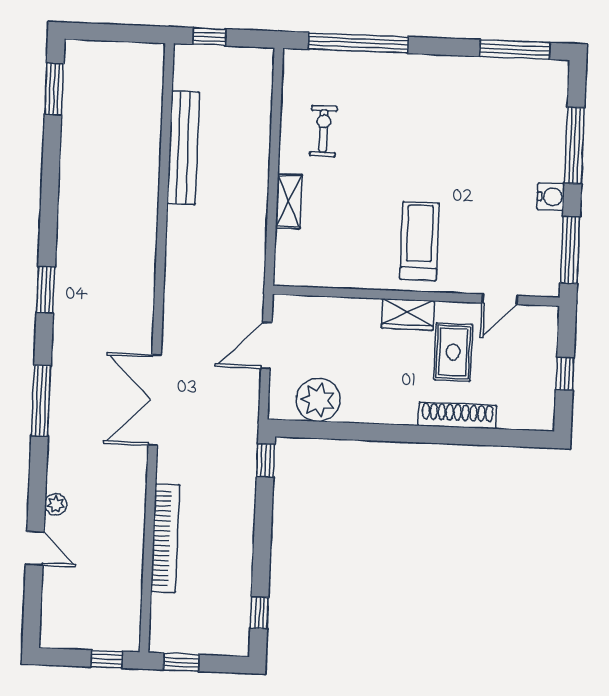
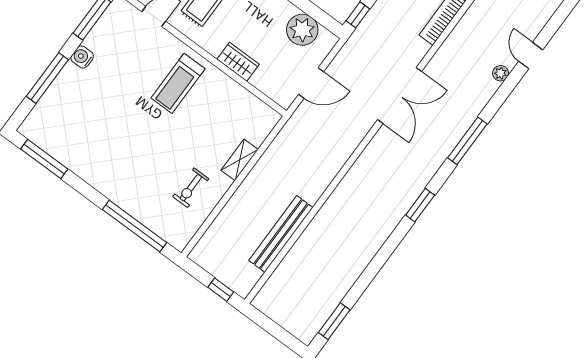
wardrobe: (408, 314) -> (238, 62), moved

